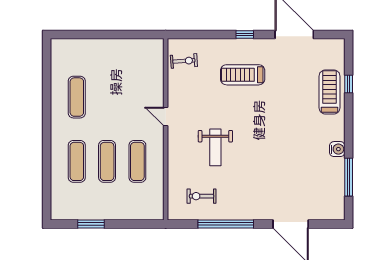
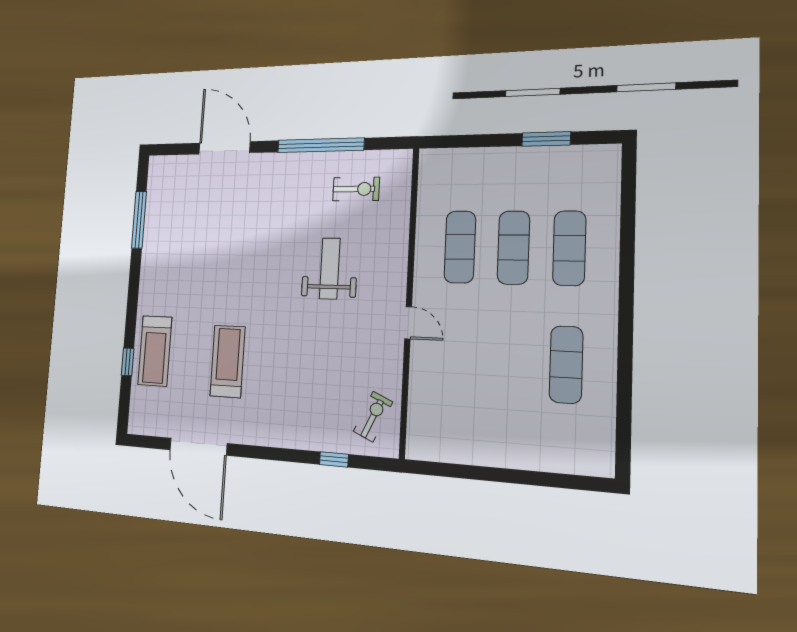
window: (245, 34) -> (334, 459), moved
exercise bike: (184, 61) -> (373, 417), turned 118
treadmill: (243, 75) -> (228, 361), moved, turned -90
water cooler: (337, 149) -> (151, 262), removed

